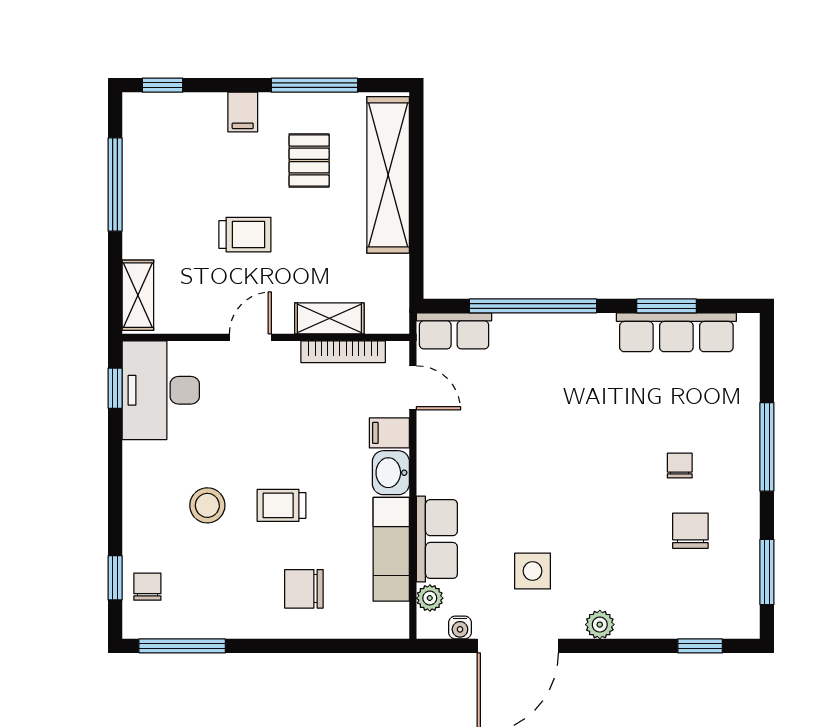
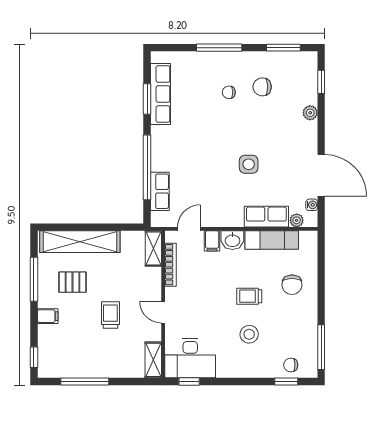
shelving: (138, 295) -> (153, 360), moved, turned 90
shelving: (329, 318) -> (153, 248), moved
row of seats: (454, 331) -> (160, 191), moved
trolley: (282, 505) -> (249, 296), turned 90
side table: (533, 571) -> (249, 164), moved
plant: (600, 625) -> (310, 113), moved

